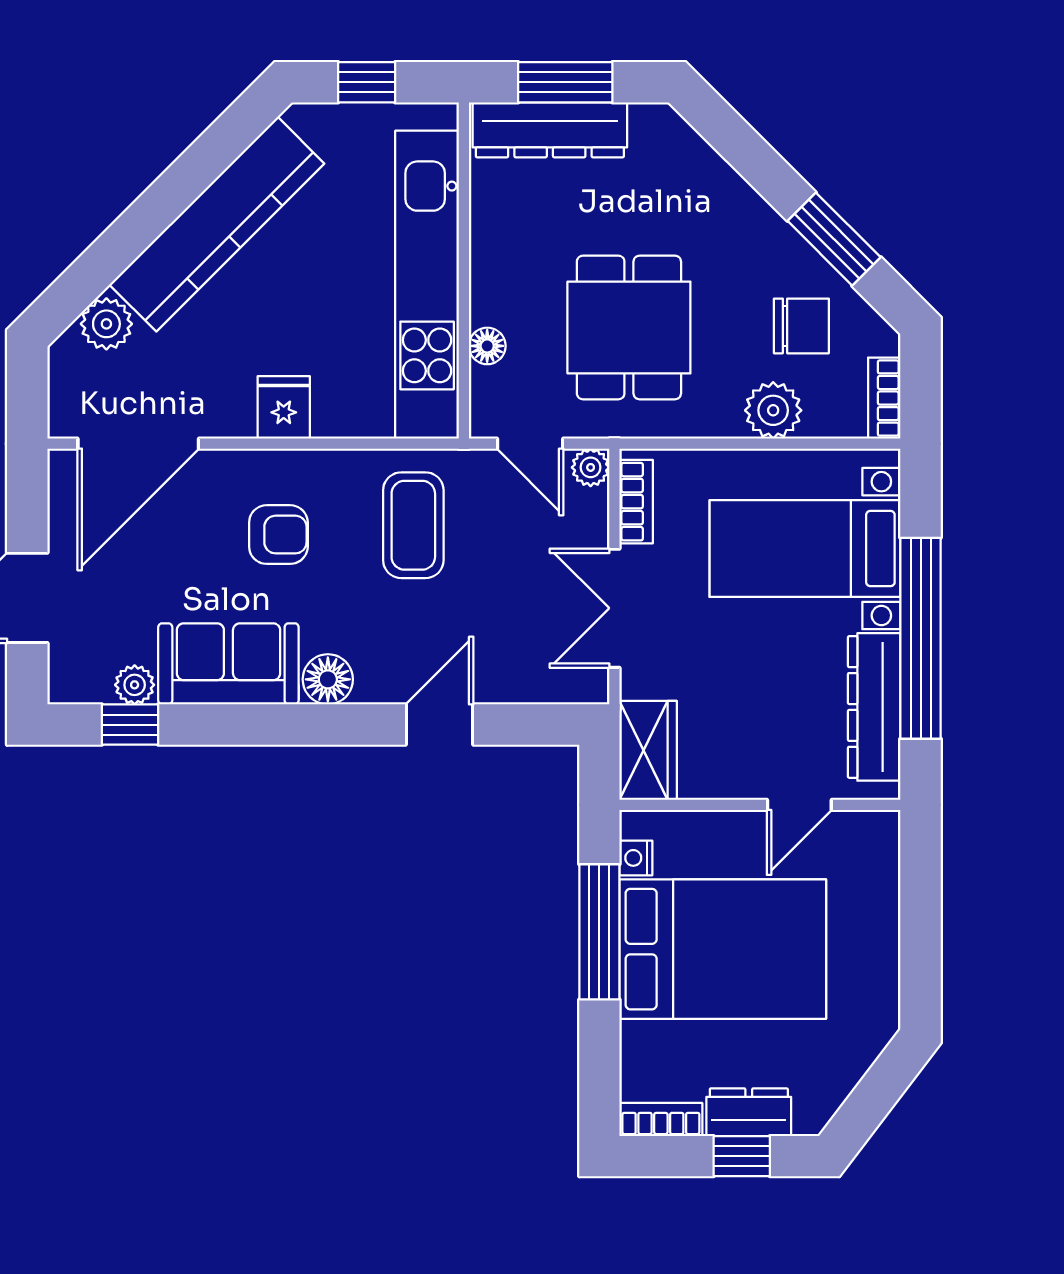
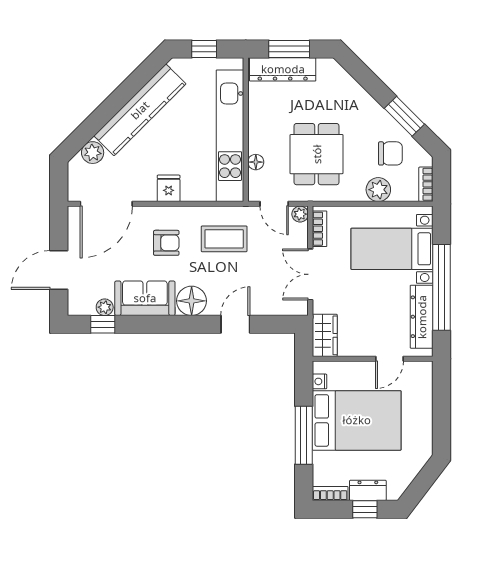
coffee table: (413, 525) -> (224, 239), turned 90
floor lamp: (328, 679) -> (192, 301), width x1.38, depth x1.38
window: (599, 932) -> (304, 435), moved

